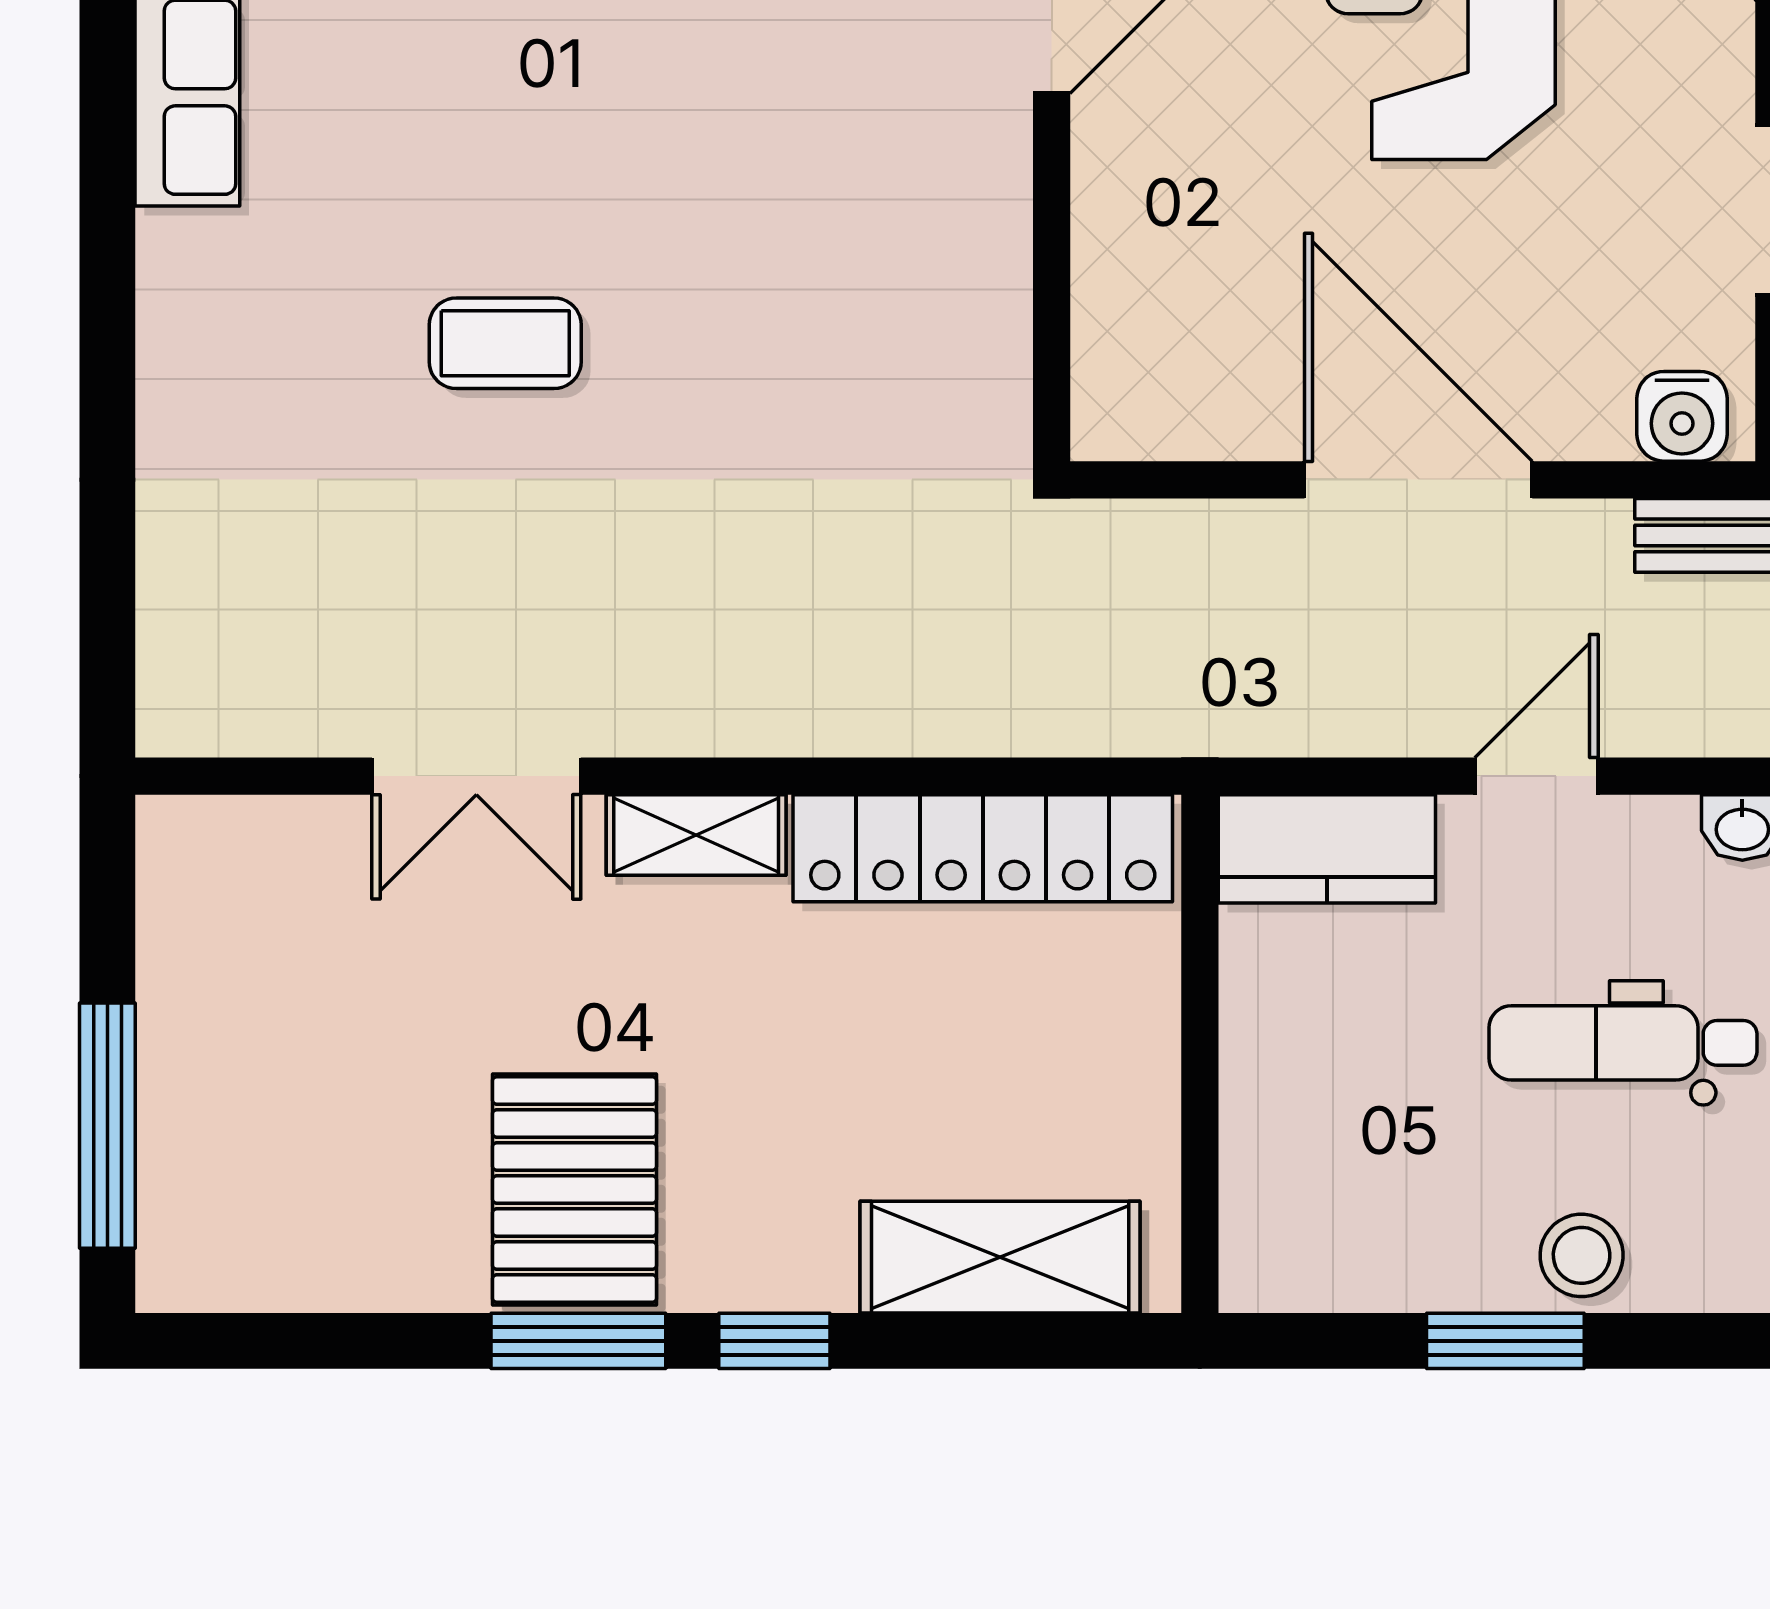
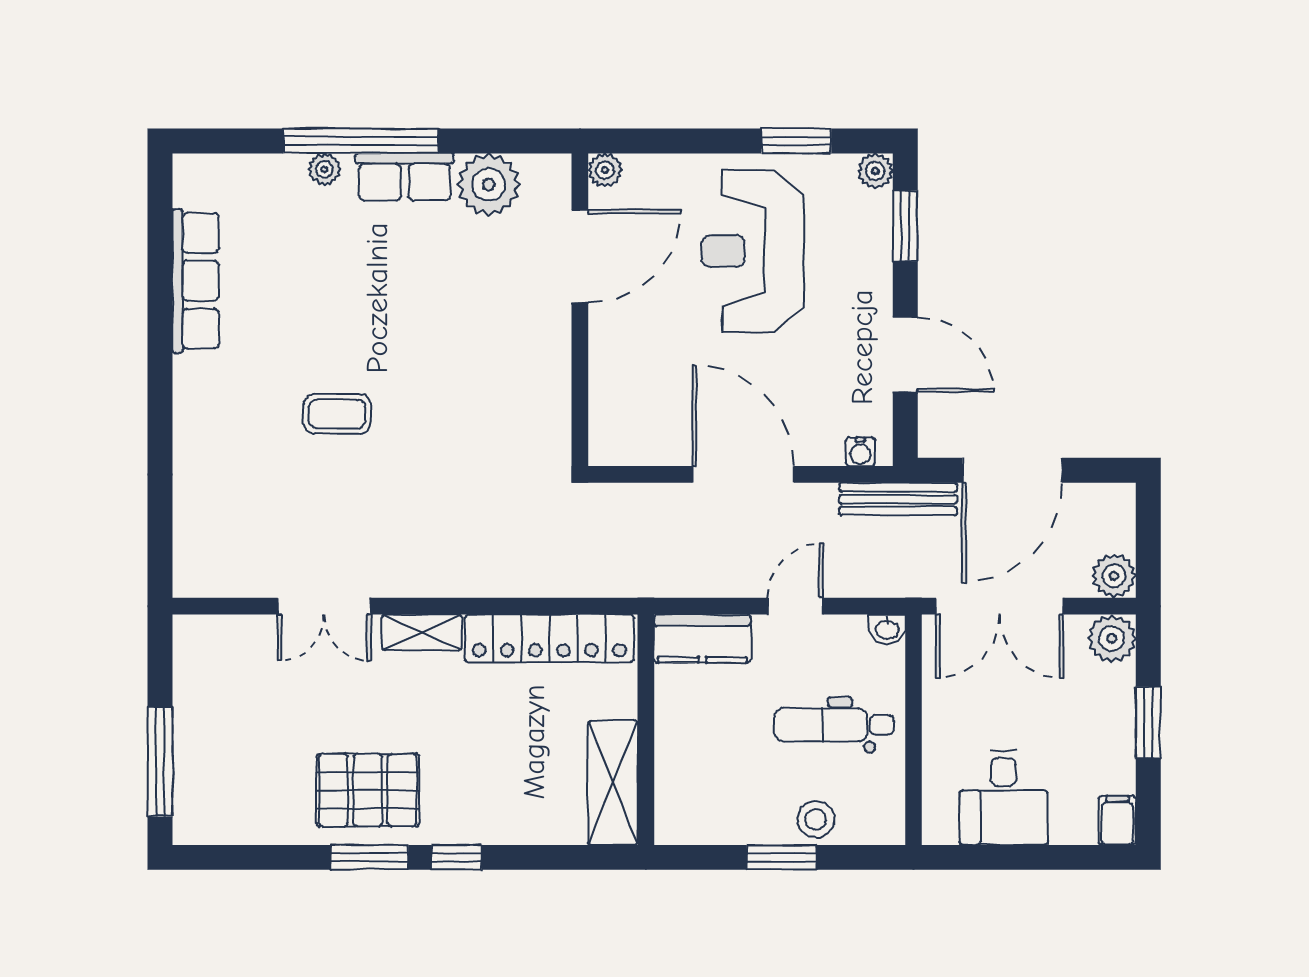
water cooler: (1682, 416) -> (860, 452), width x0.72, depth x0.72
pallet: (575, 1189) -> (368, 790), turned 90
shelving: (1000, 1257) -> (613, 783), moved, turned 90

